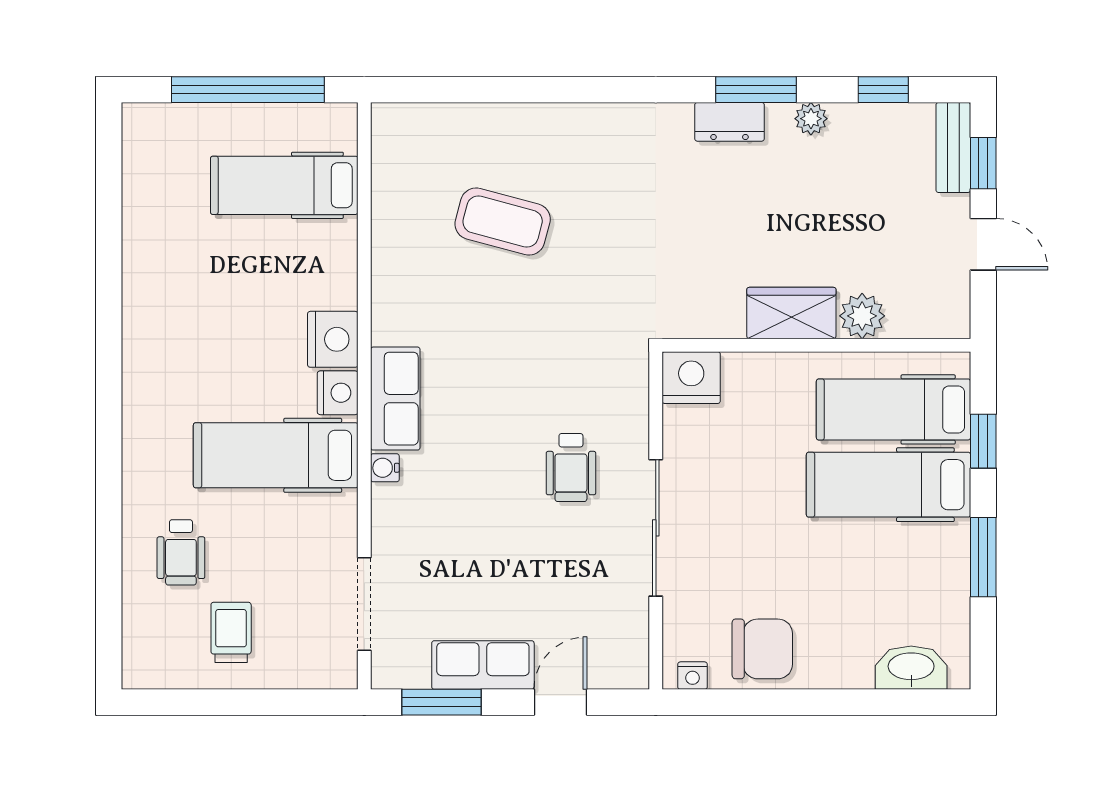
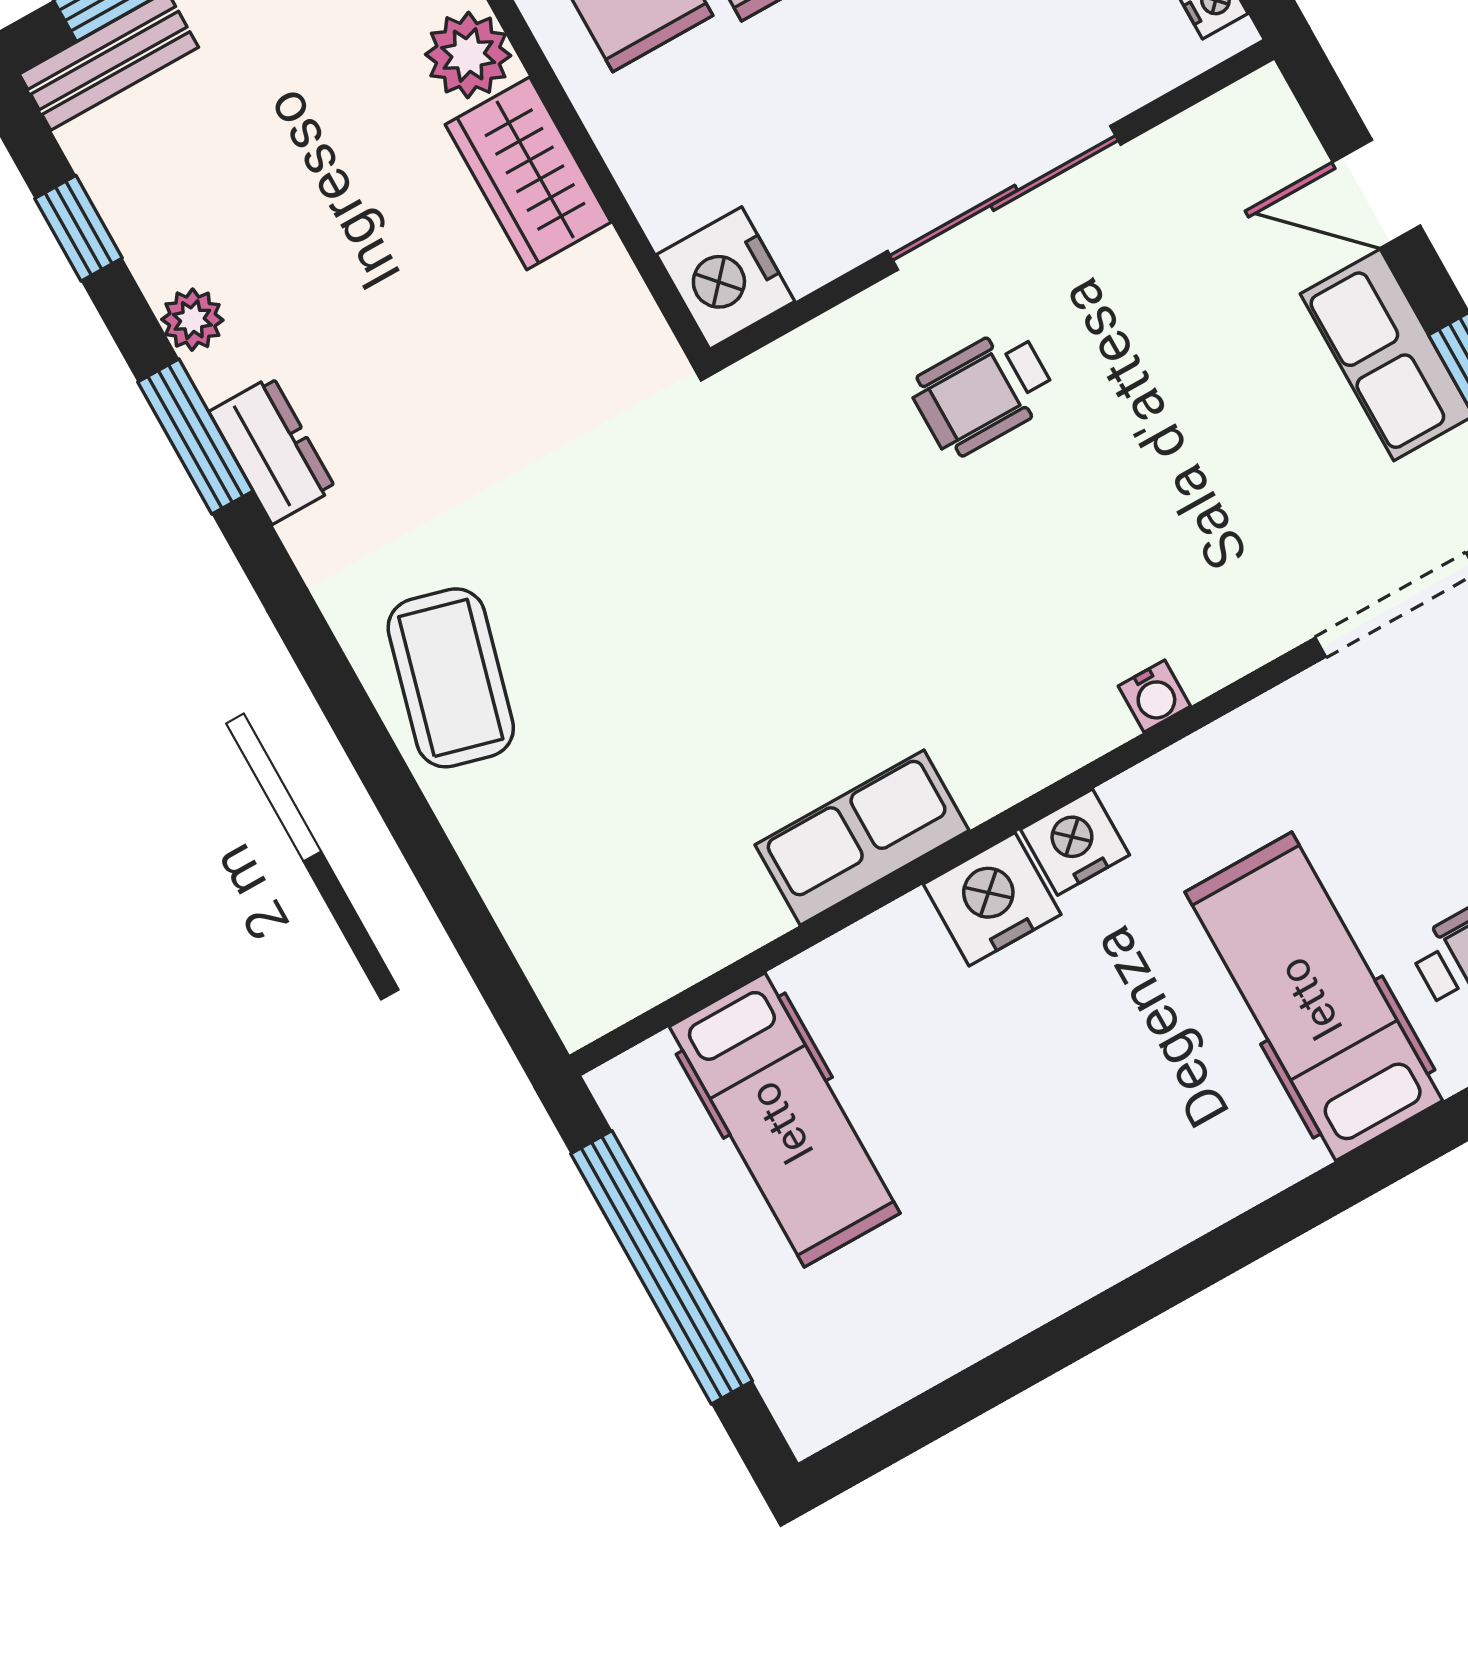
coffee table: (503, 222) -> (451, 678), moved
row of seats: (395, 399) -> (862, 838), moved
hospital bed: (276, 455) -> (1314, 996), moved, turned 180
wheelchair: (571, 468) -> (983, 392), turned 180

